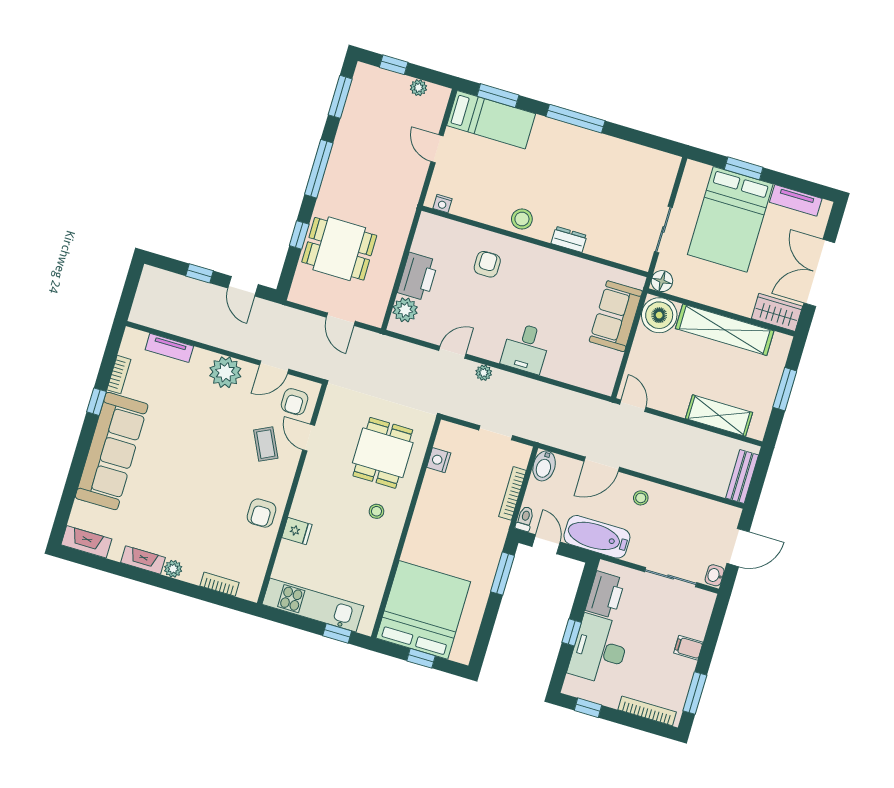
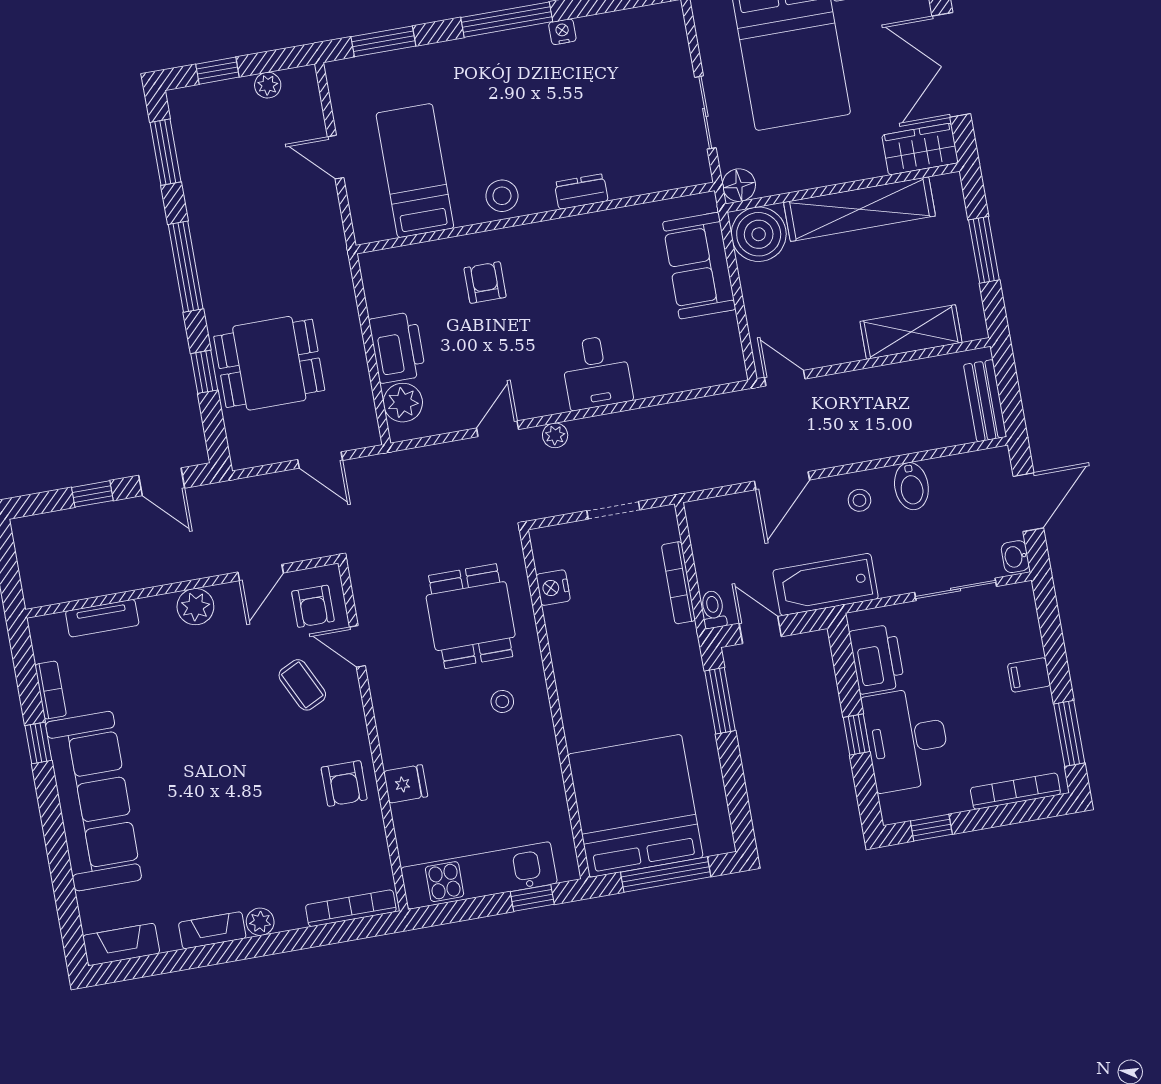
bed: (491, 120) -> (415, 171), moved, turned -90
nightstand: (442, 204) -> (562, 32), moved, turned 180
plant: (225, 372) -> (195, 607), width x0.73, depth x0.73
bidet: (544, 466) -> (911, 486), moved
bookcase: (220, 584) -> (351, 908), width x1.56
window: (421, 658) -> (666, 875), width x2.17

